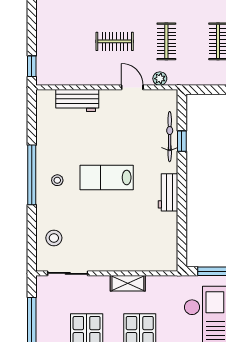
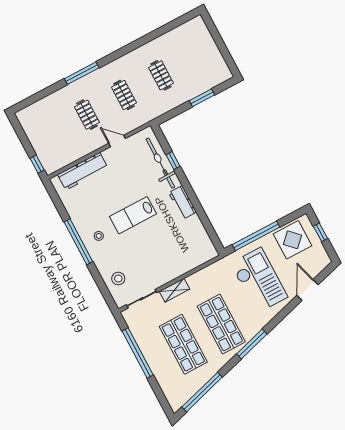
clothes rail: (115, 41) -> (87, 115), turned 90
plant: (160, 79) -> (133, 124), removed
workbench: (77, 101) -> (83, 171), width x1.37
bicycle: (170, 137) -> (160, 163), width x1.37, depth x1.40
shelving: (128, 283) -> (174, 290), moved

